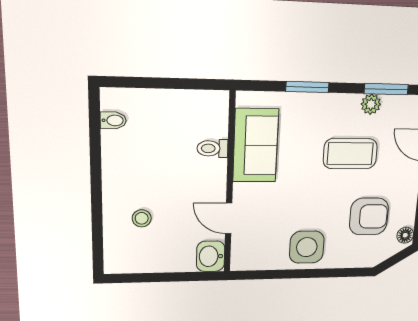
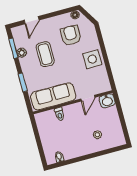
sofa: (256, 145) -> (53, 96), width x1.36

